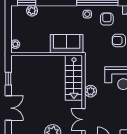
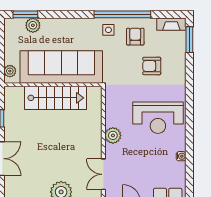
sofa: (67, 44) -> (61, 67), width x1.85, depth x1.27
stairs: (74, 78) -> (56, 98), moved, turned -90

